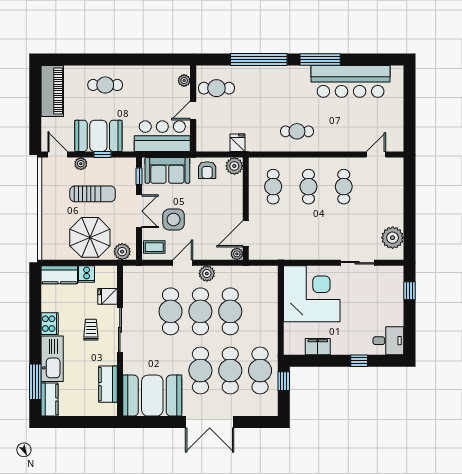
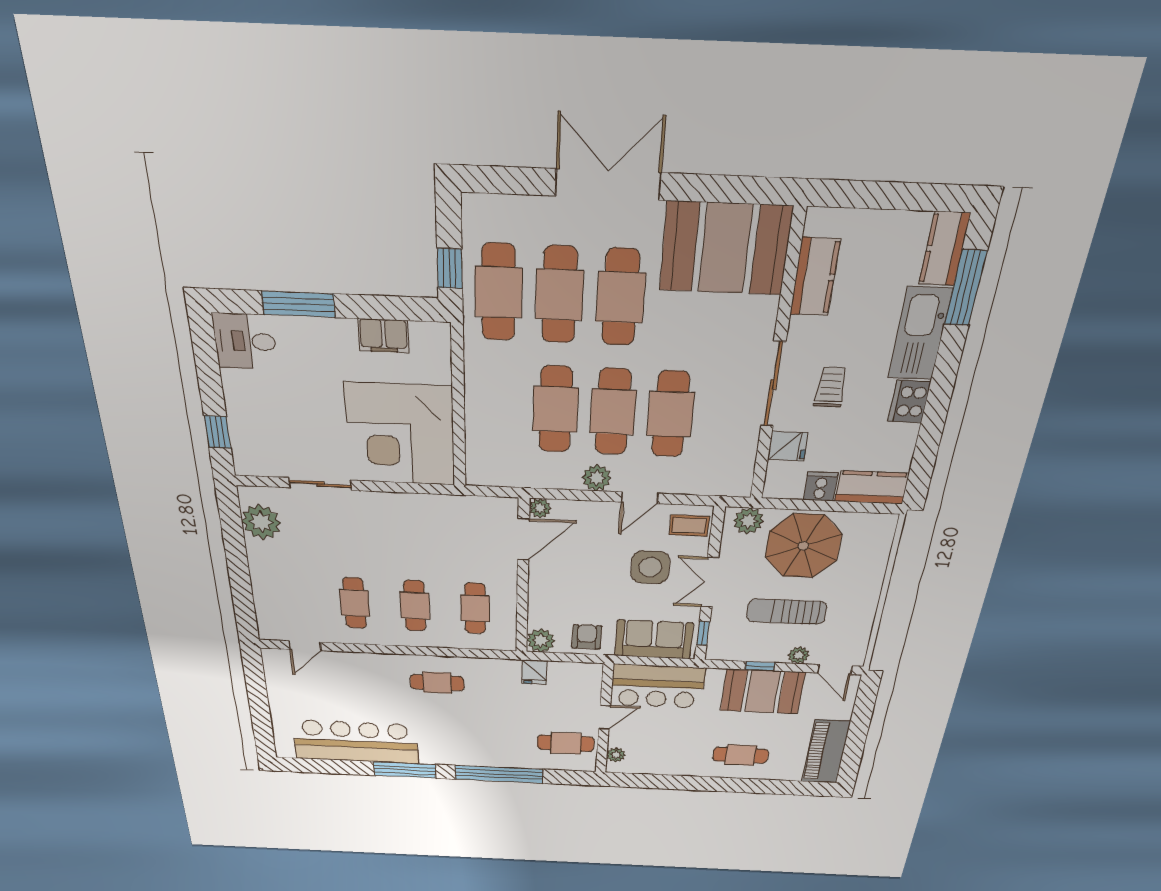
trolley: (91, 330) -> (831, 387), turned 180
window: (359, 361) -> (299, 304), width x2.17

